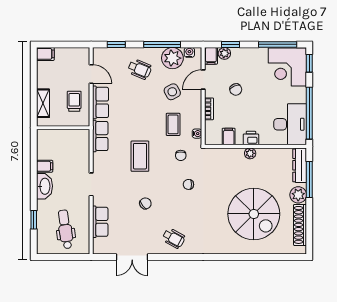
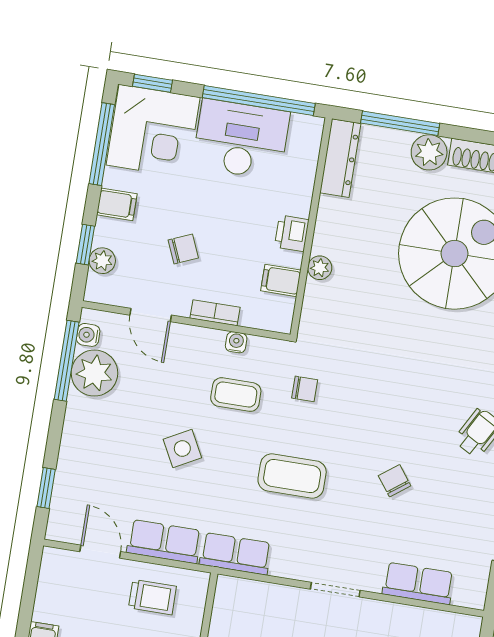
window: (162, 44) -> (67, 361), moved
filing cabinet: (211, 56) -> (117, 204), moved
wheelchair: (140, 69) -> (107, 447), removed
door: (91, 74) -> (100, 552), hinge flipped
side table: (172, 92) -> (182, 448), moved
trolley: (74, 101) -> (152, 597), turned 180
desk: (290, 124) -> (241, 139), moved
water cooler: (197, 134) -> (236, 342), moved
plant: (250, 153) -> (320, 268), moved
dresser: (300, 165) -> (340, 158), moved, turned -90
chair: (188, 184) -> (369, 383), removed

